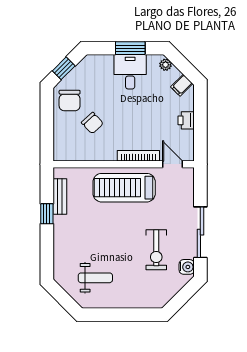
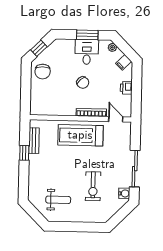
chair: (92, 123) -> (83, 83), moved
exercise bike: (156, 250) -> (93, 186), moved

